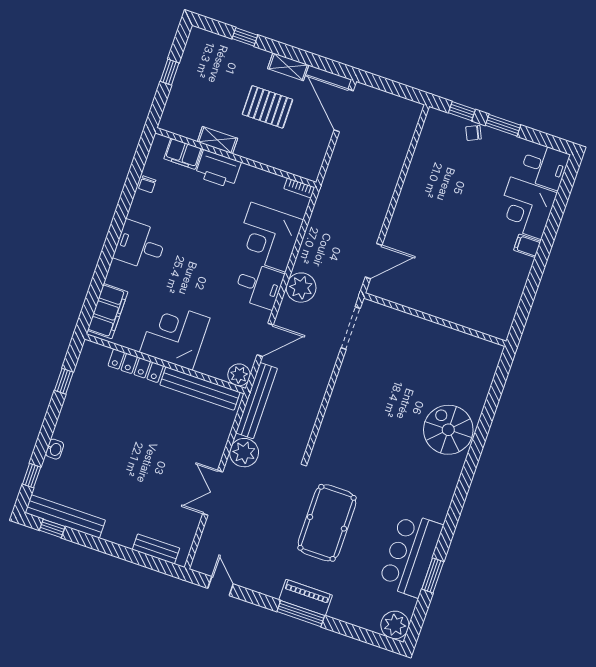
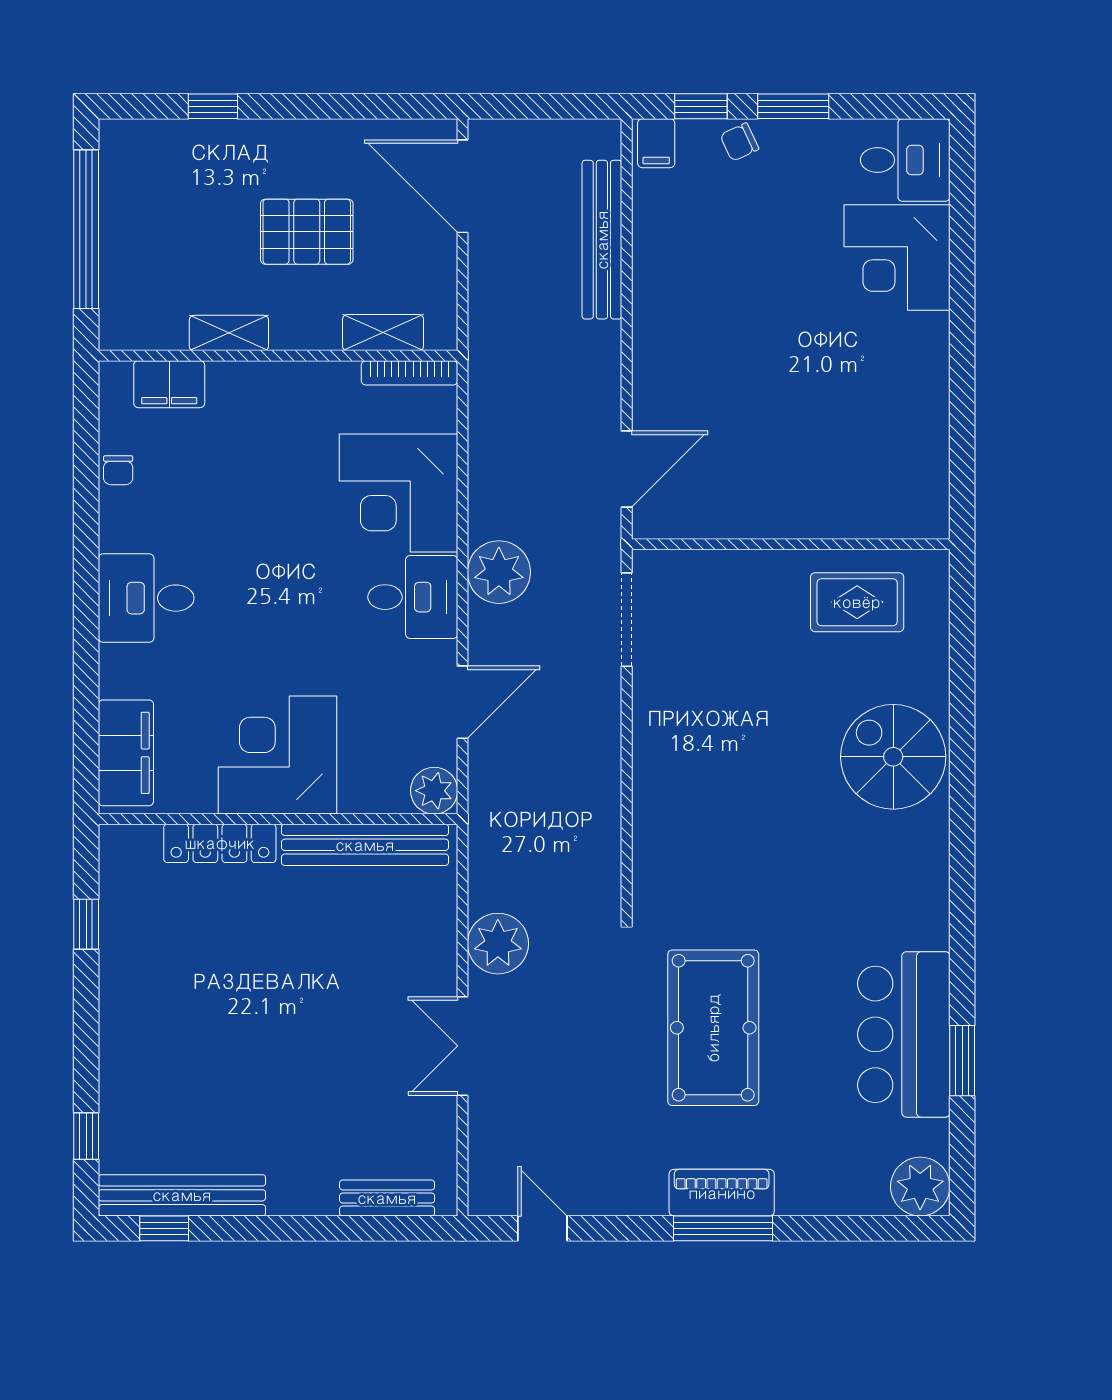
shelving: (288, 67) -> (383, 333), moved
window: (170, 72) -> (86, 229), width x3.17
printer: (218, 169) -> (250, 391), removed
bookcase: (299, 188) -> (409, 373), width x1.56
filing cabinet: (527, 246) -> (656, 143), moved, turned -90
rug: (456, 355) -> (857, 602), added
bench: (257, 401) -> (602, 240), moved
washbasin: (55, 449) -> (114, 1067), removed

